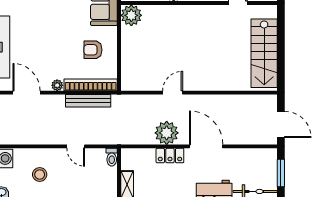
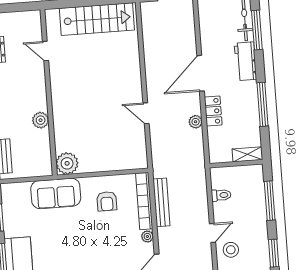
plant: (167, 133) -> (196, 122), width x0.53, depth x0.53
door: (76, 146) -> (213, 233), moved
toilet: (112, 157) -> (221, 195), moved
stool: (40, 175) -> (231, 250), moved

